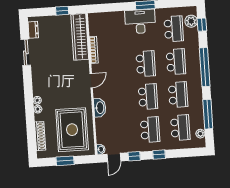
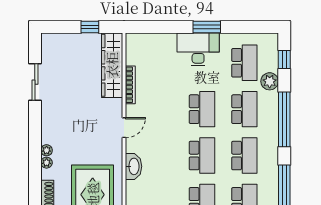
plant: (191, 21) -> (270, 81), moved
dresser: (33, 30) -> (48, 51), removed

